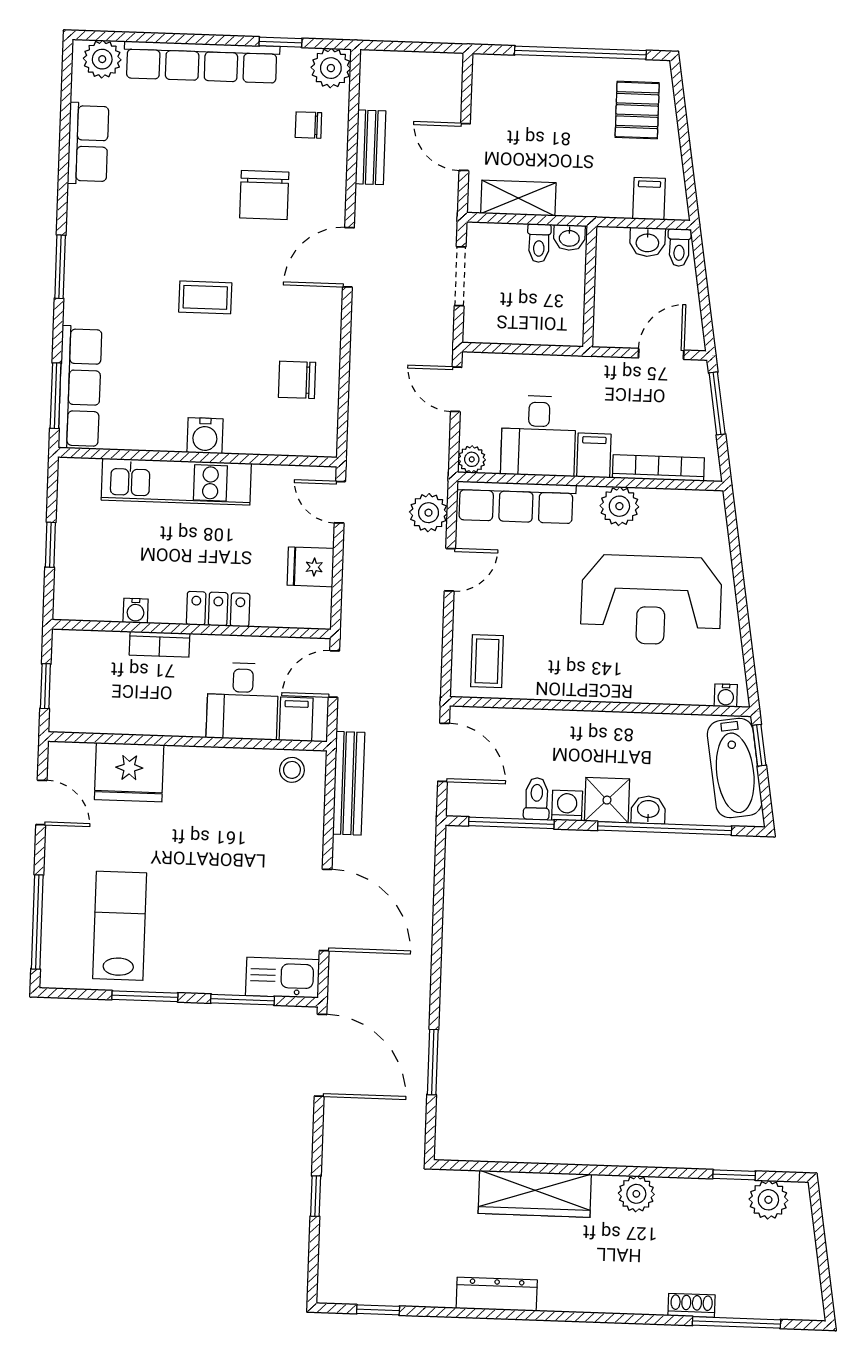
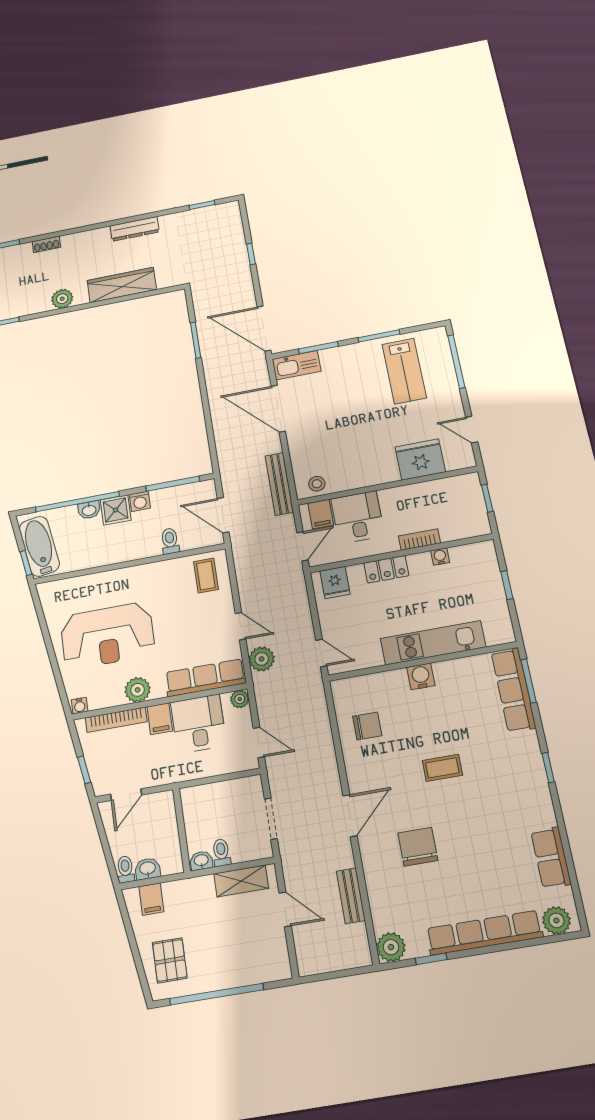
chair: (308, 125) -> (398, 903), removed
window: (60, 267) -> (548, 768), width x0.67
window: (717, 403) -> (84, 770), width x0.67
fridge: (311, 567) -> (335, 583), moved, turned 90
door: (450, 570) -> (241, 626), swing flipped
reception desk: (651, 600) -> (107, 636), turned 180
water cooler: (726, 695) -> (80, 706), moved, turned 180
toilet: (537, 799) -> (170, 541), moved, turned 180
shoe rack: (692, 1305) -> (46, 244), moved

